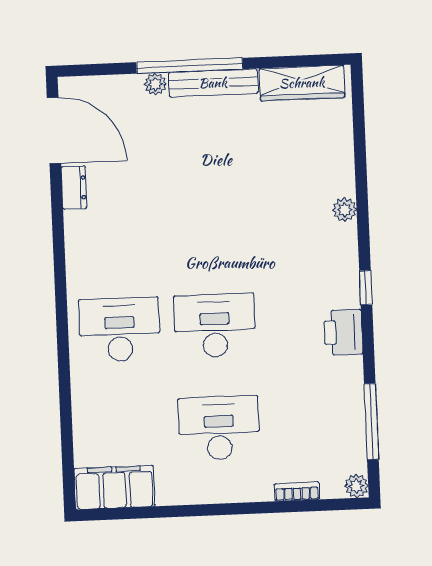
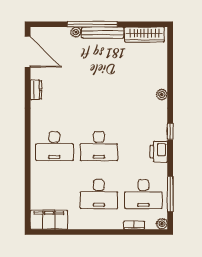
dresser: (74, 188) -> (36, 90), moved
desk: (215, 326) -> (99, 146), turned 180
desk: (120, 330) -> (54, 146), turned 180
desk: (314, 424) -> (143, 194), added
desk: (219, 428) -> (99, 194), turned 180

